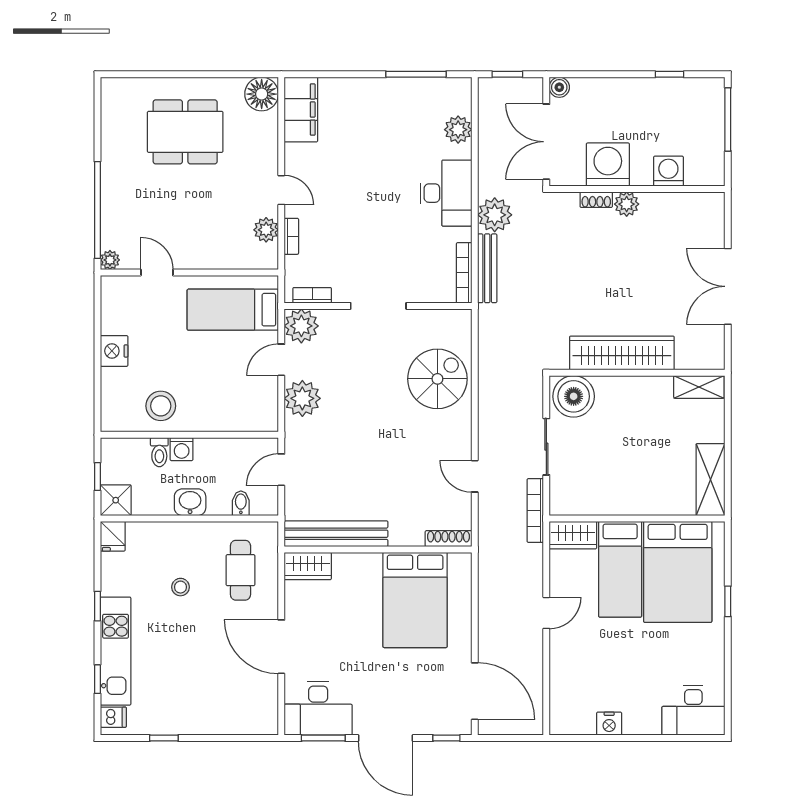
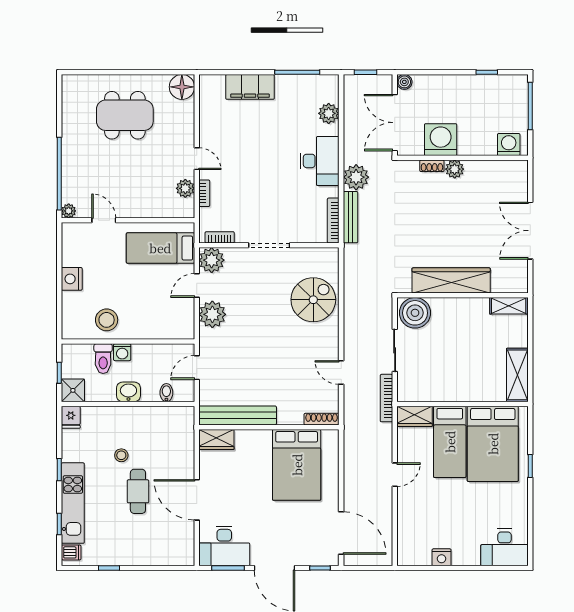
filing cabinet: (301, 110) -> (250, 87), moved, turned 90
washing machine: (668, 171) -> (509, 145), moved
toilet: (159, 452) -> (103, 359), width x1.37, depth x1.39
cafe table: (240, 570) -> (138, 491), moved

